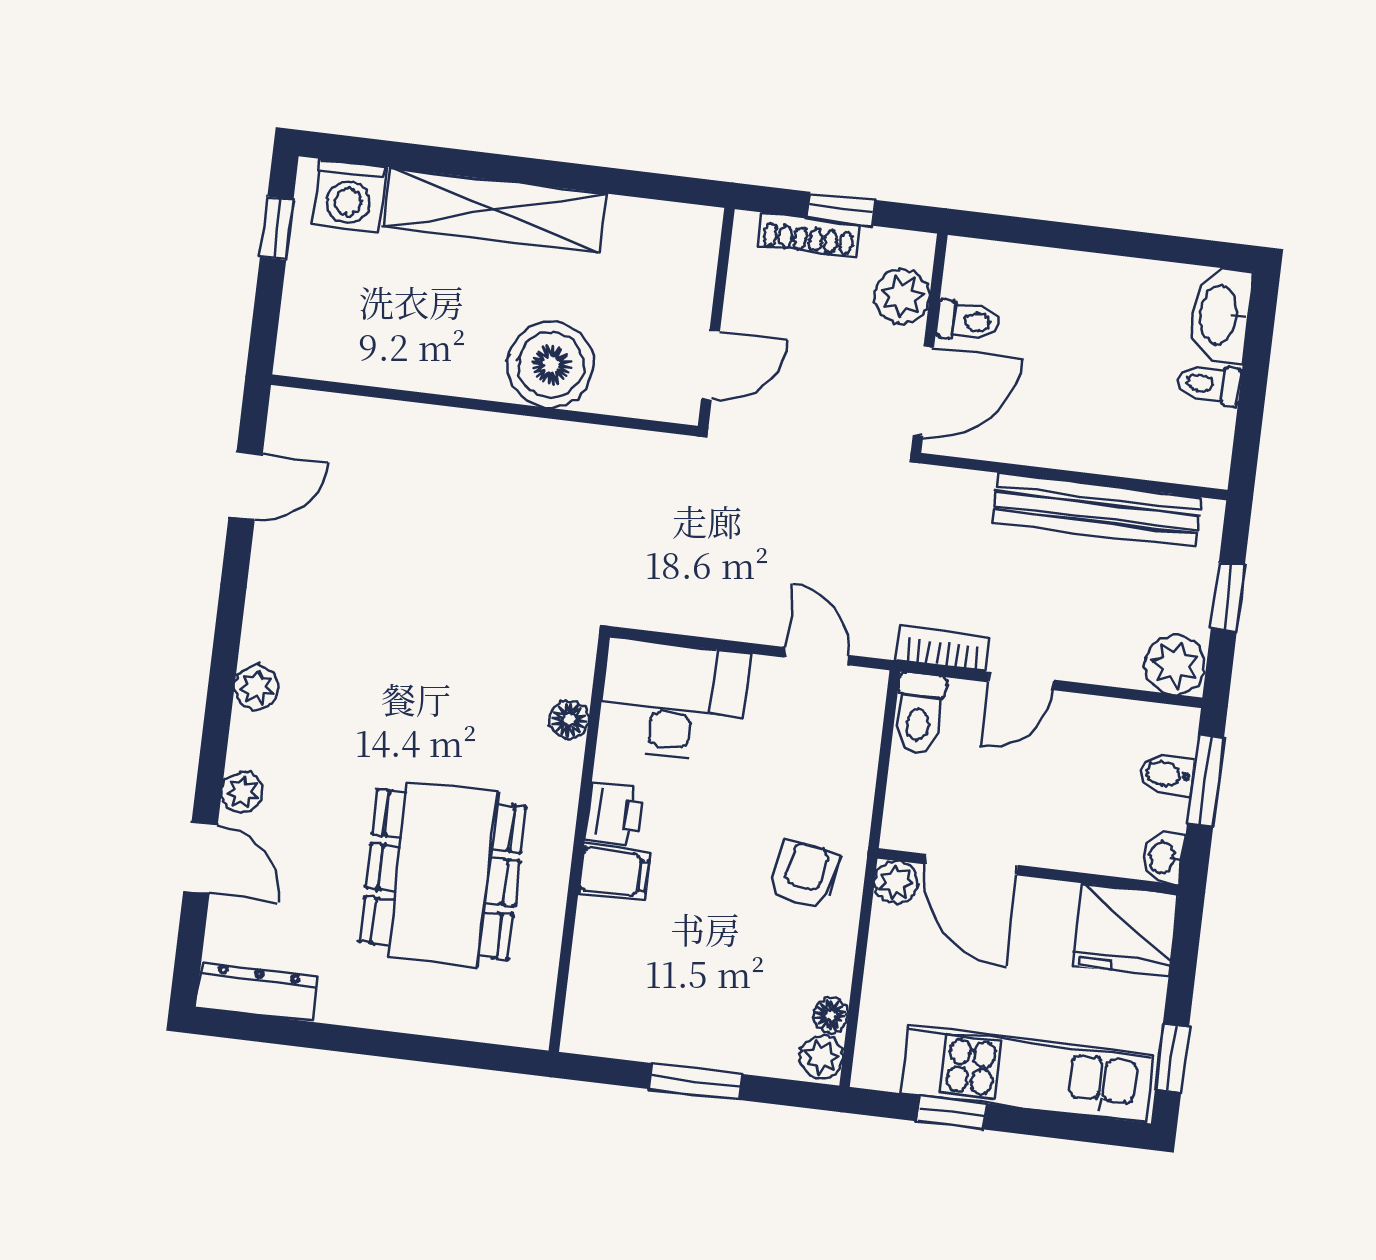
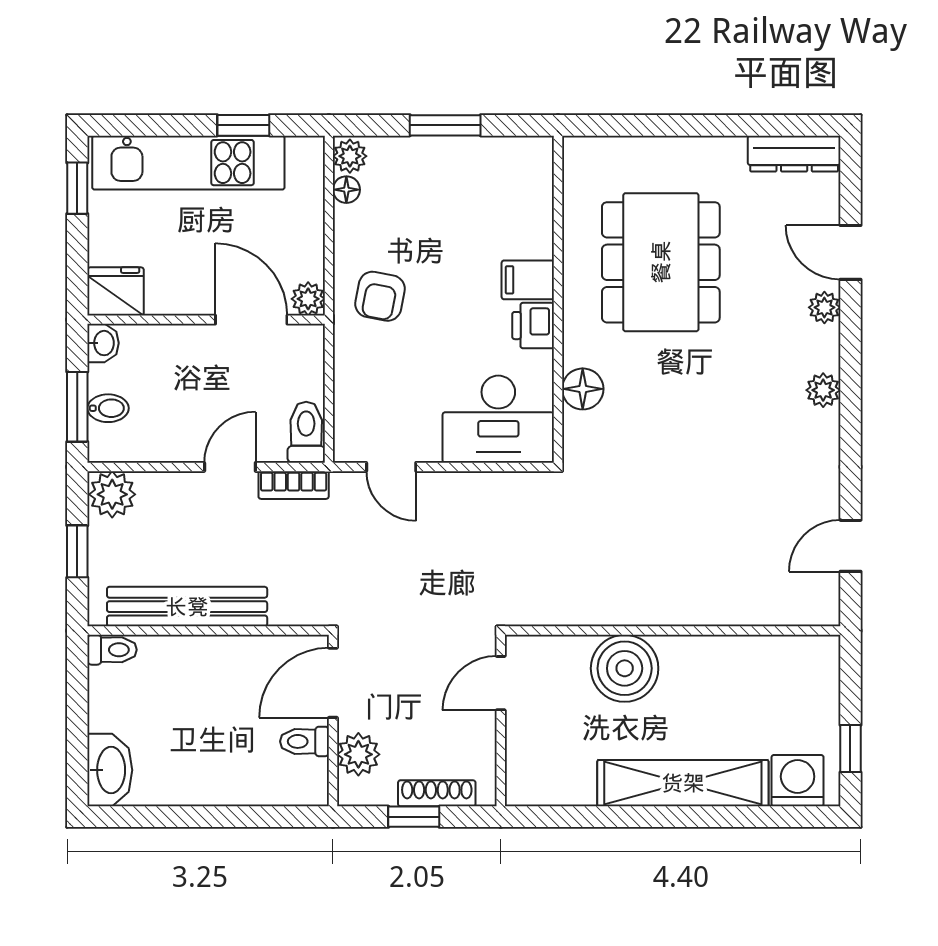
toilet: (1209, 384) -> (112, 650), moved
floor lamp: (569, 720) -> (583, 389), width x1.37, depth x1.37
fridge: (1125, 930) -> (116, 291), width x0.73, depth x0.75

